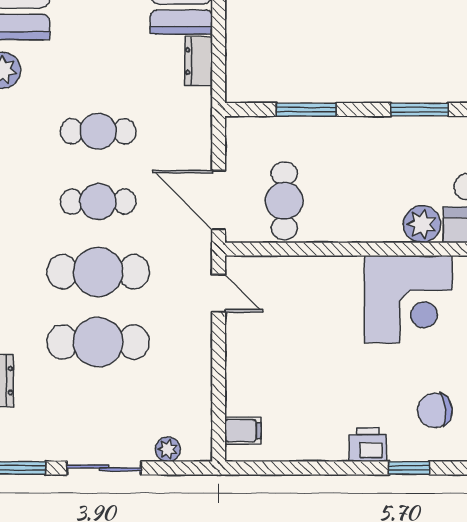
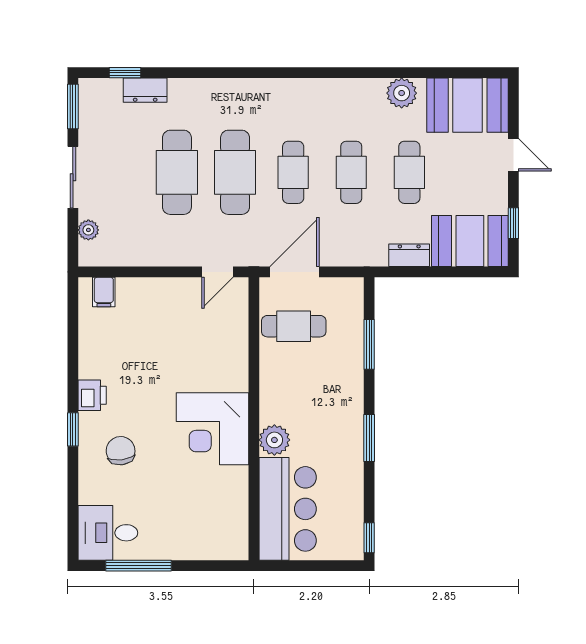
cafe table: (98, 61) -> (409, 172), added

